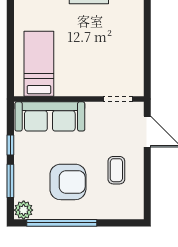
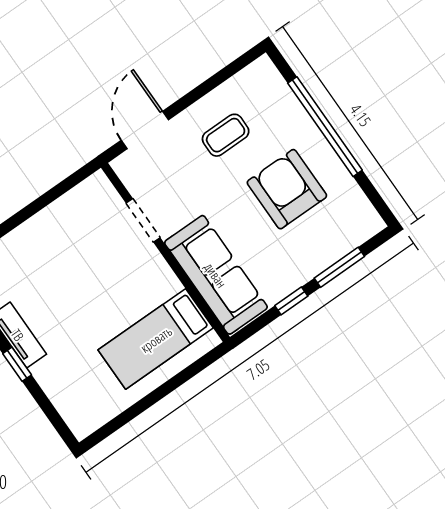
doorway: (118, 99) -> (143, 220), moved
plant: (24, 210) -> (366, 222), removed
window: (62, 223) -> (325, 127), moved

